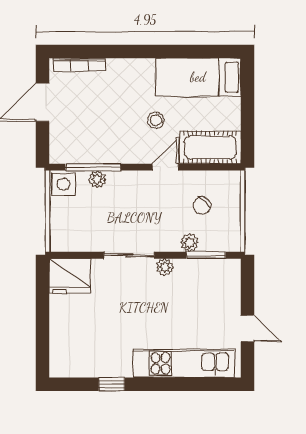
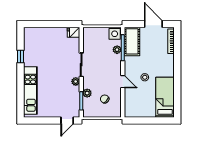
cot: (210, 147) -> (132, 41), moved
fridge: (70, 276) -> (73, 32), width x0.53, depth x0.75
door: (247, 329) -> (67, 120), moved

